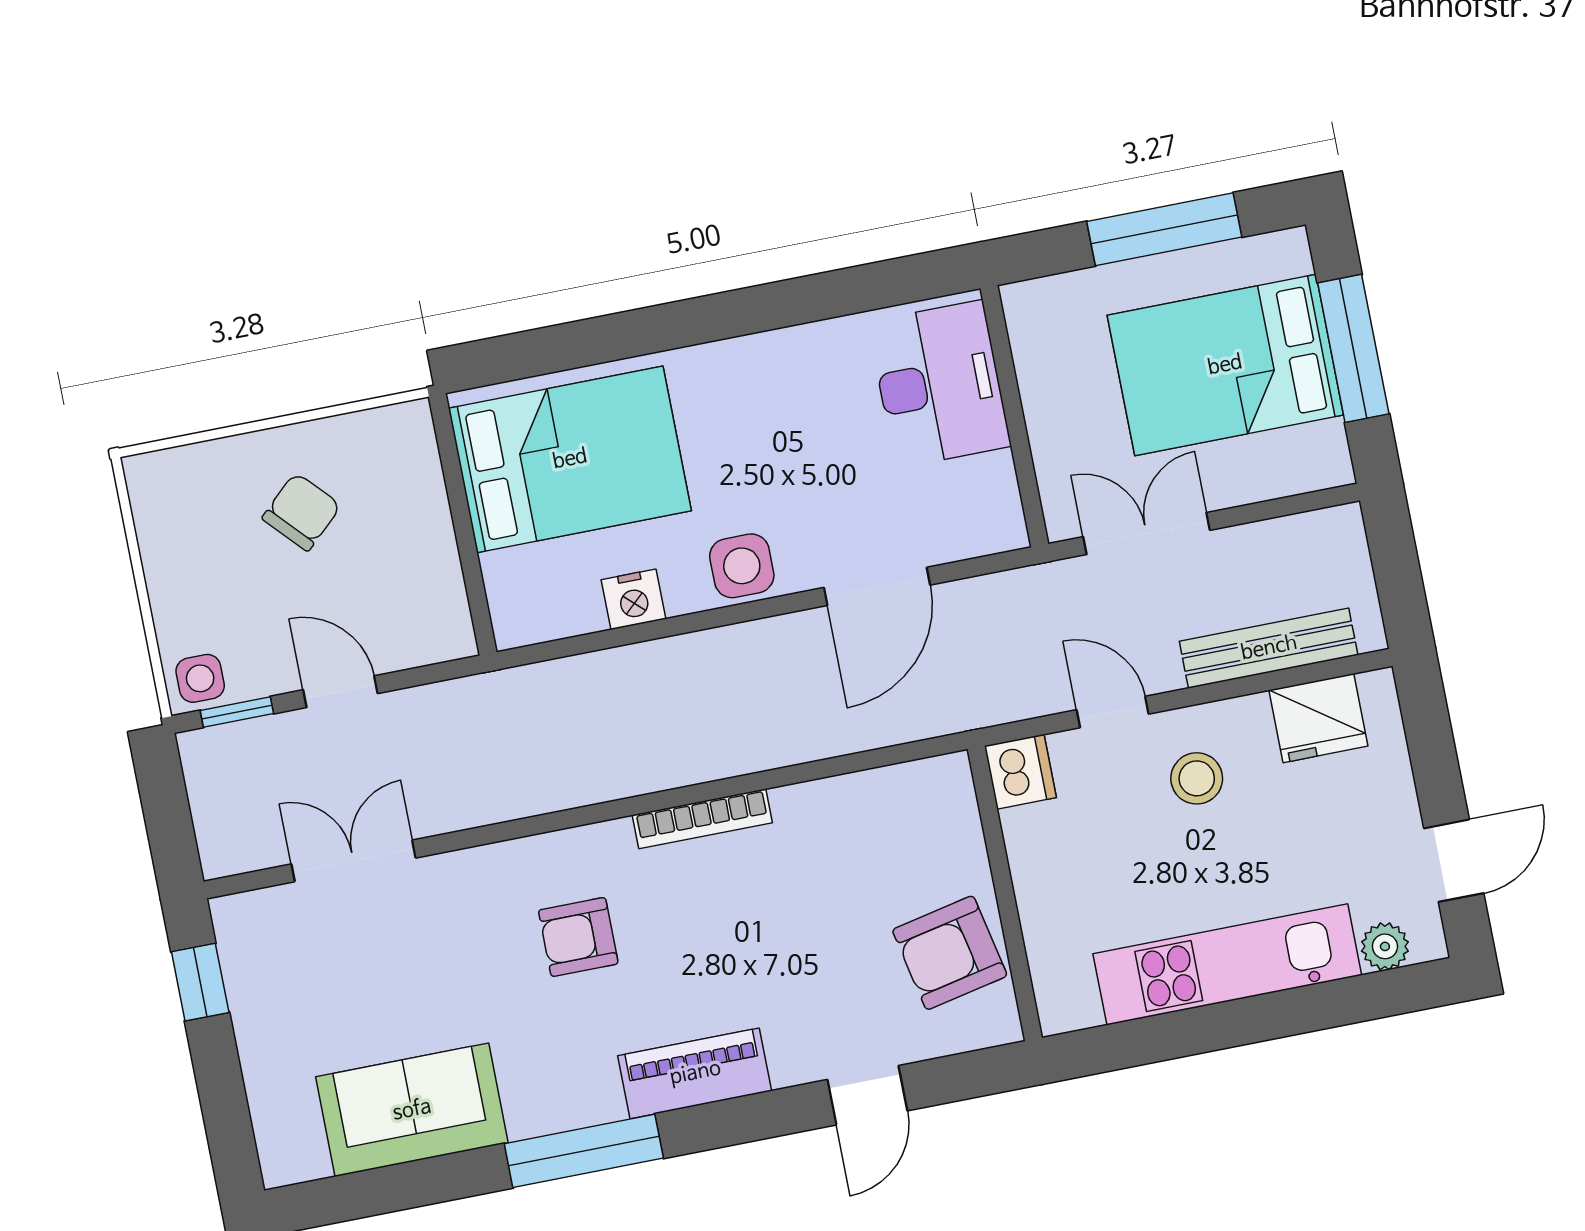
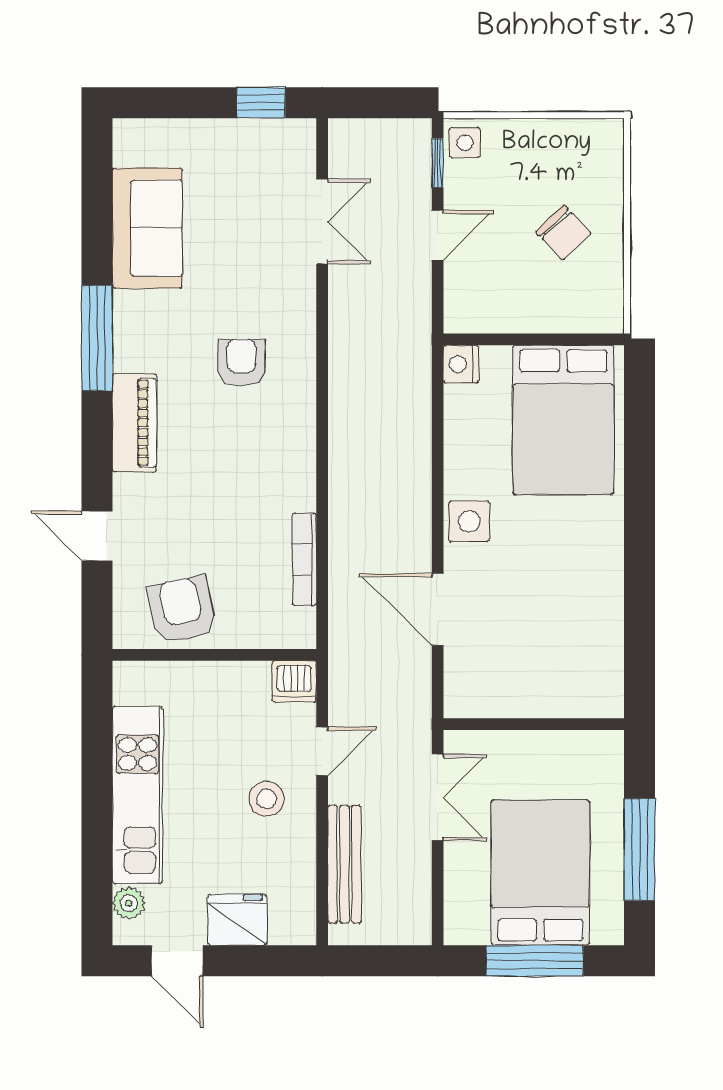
desk: (939, 384) -> (565, 678), removed
nightstand: (633, 599) -> (461, 364), moved
fridge: (1318, 718) -> (237, 920), moved, turned 90
bookcase: (702, 819) -> (304, 560), moved

